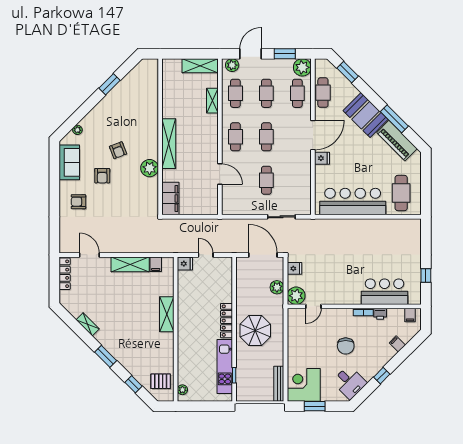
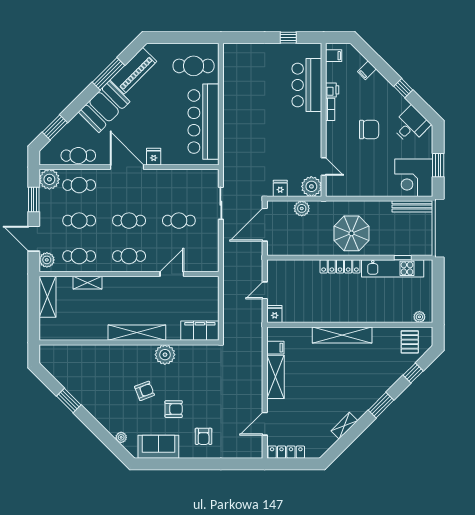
shelving: (167, 314) -> (342, 335), width x1.47

